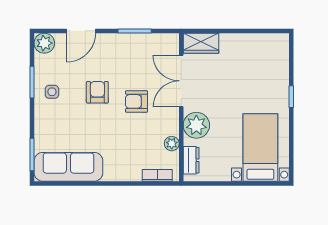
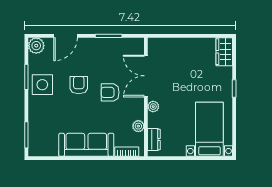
wardrobe: (201, 43) -> (224, 52), moved, turned 90
side table: (52, 92) -> (42, 85), width x1.87, depth x1.87
plant: (196, 125) -> (153, 107), width x0.53, depth x0.53
sofa: (68, 167) -> (86, 145), moved

